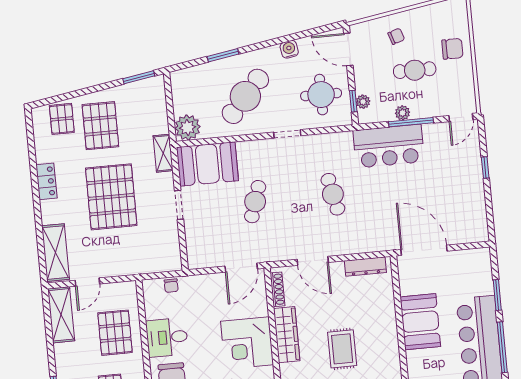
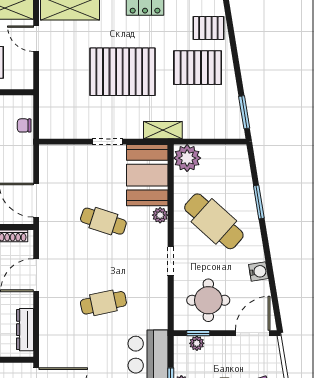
plant: (244, 148) -> (160, 215), added

